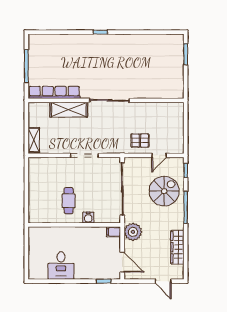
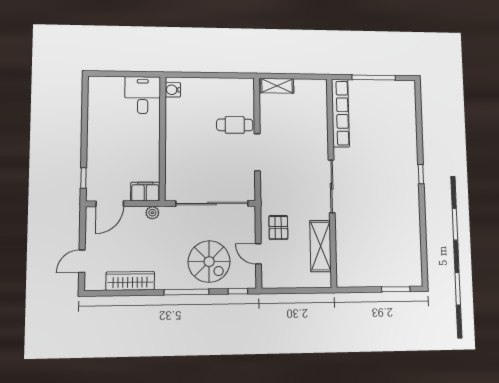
shelving: (69, 110) -> (320, 246), moved
cafe table: (69, 201) -> (235, 125), moved
water cooler: (88, 218) -> (173, 90), moved
filing cabinet: (113, 232) -> (145, 192), width x2.00
plant: (133, 232) -> (152, 213), width x0.53, depth x0.53
desk: (61, 265) -> (143, 95), moved, turned 90

